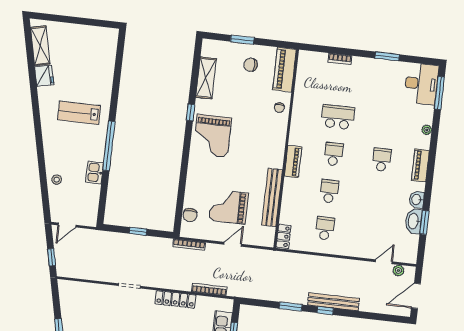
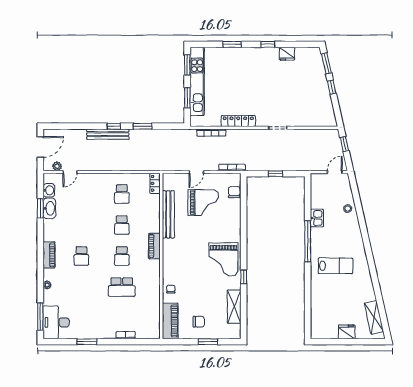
fridge: (44, 76) -> (347, 332), moved, turned 103
grand piano: (212, 136) -> (223, 259), turned 180
washbasin: (417, 200) -> (49, 190), moved

